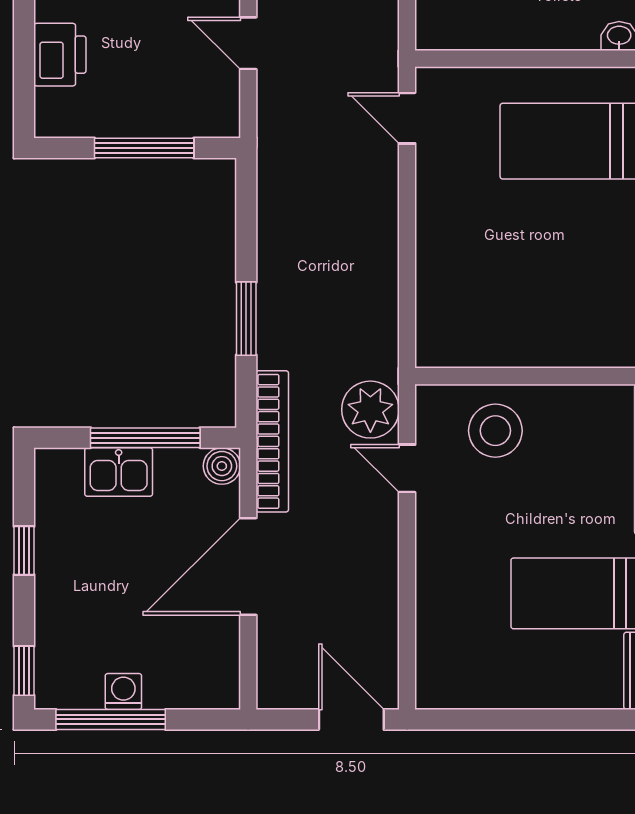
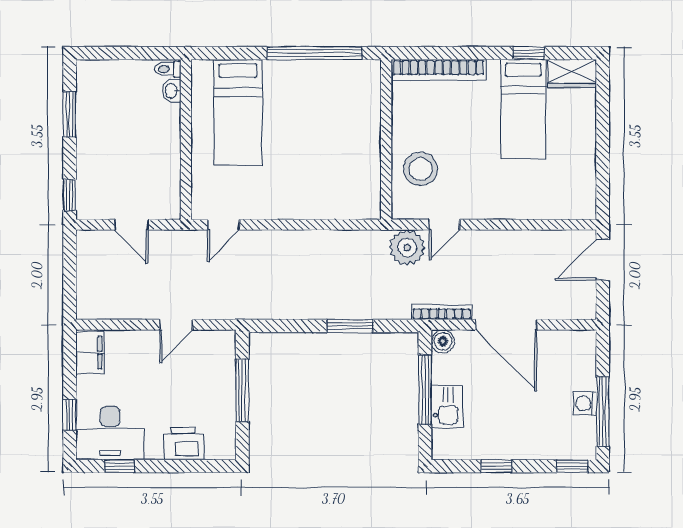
bookcase: (272, 441) -> (442, 312), width x0.68, depth x0.76

